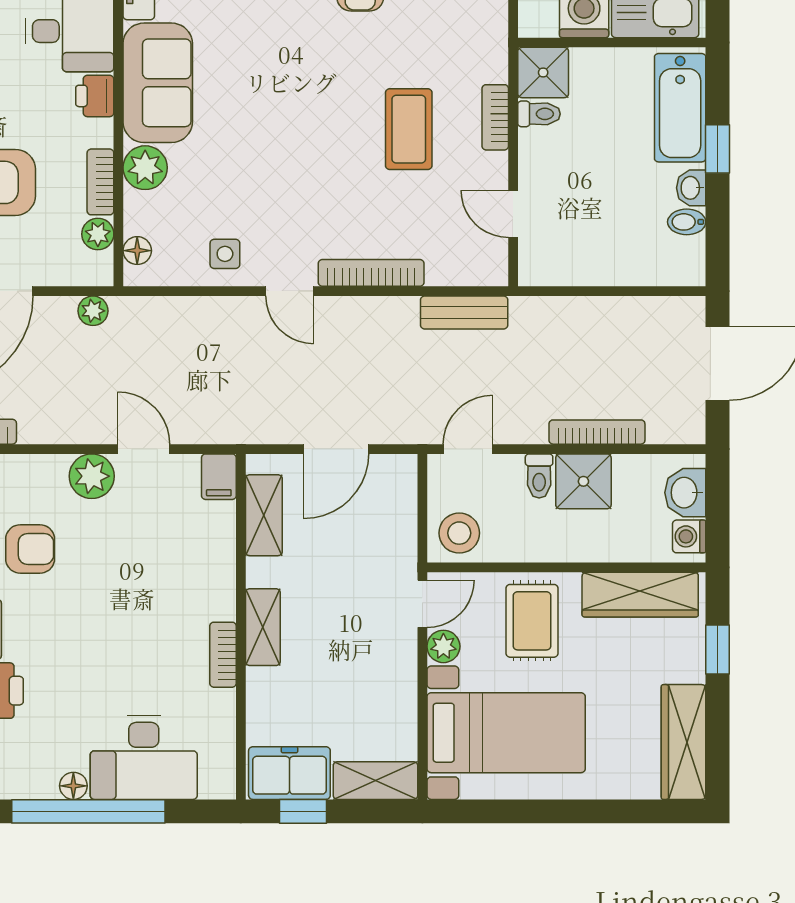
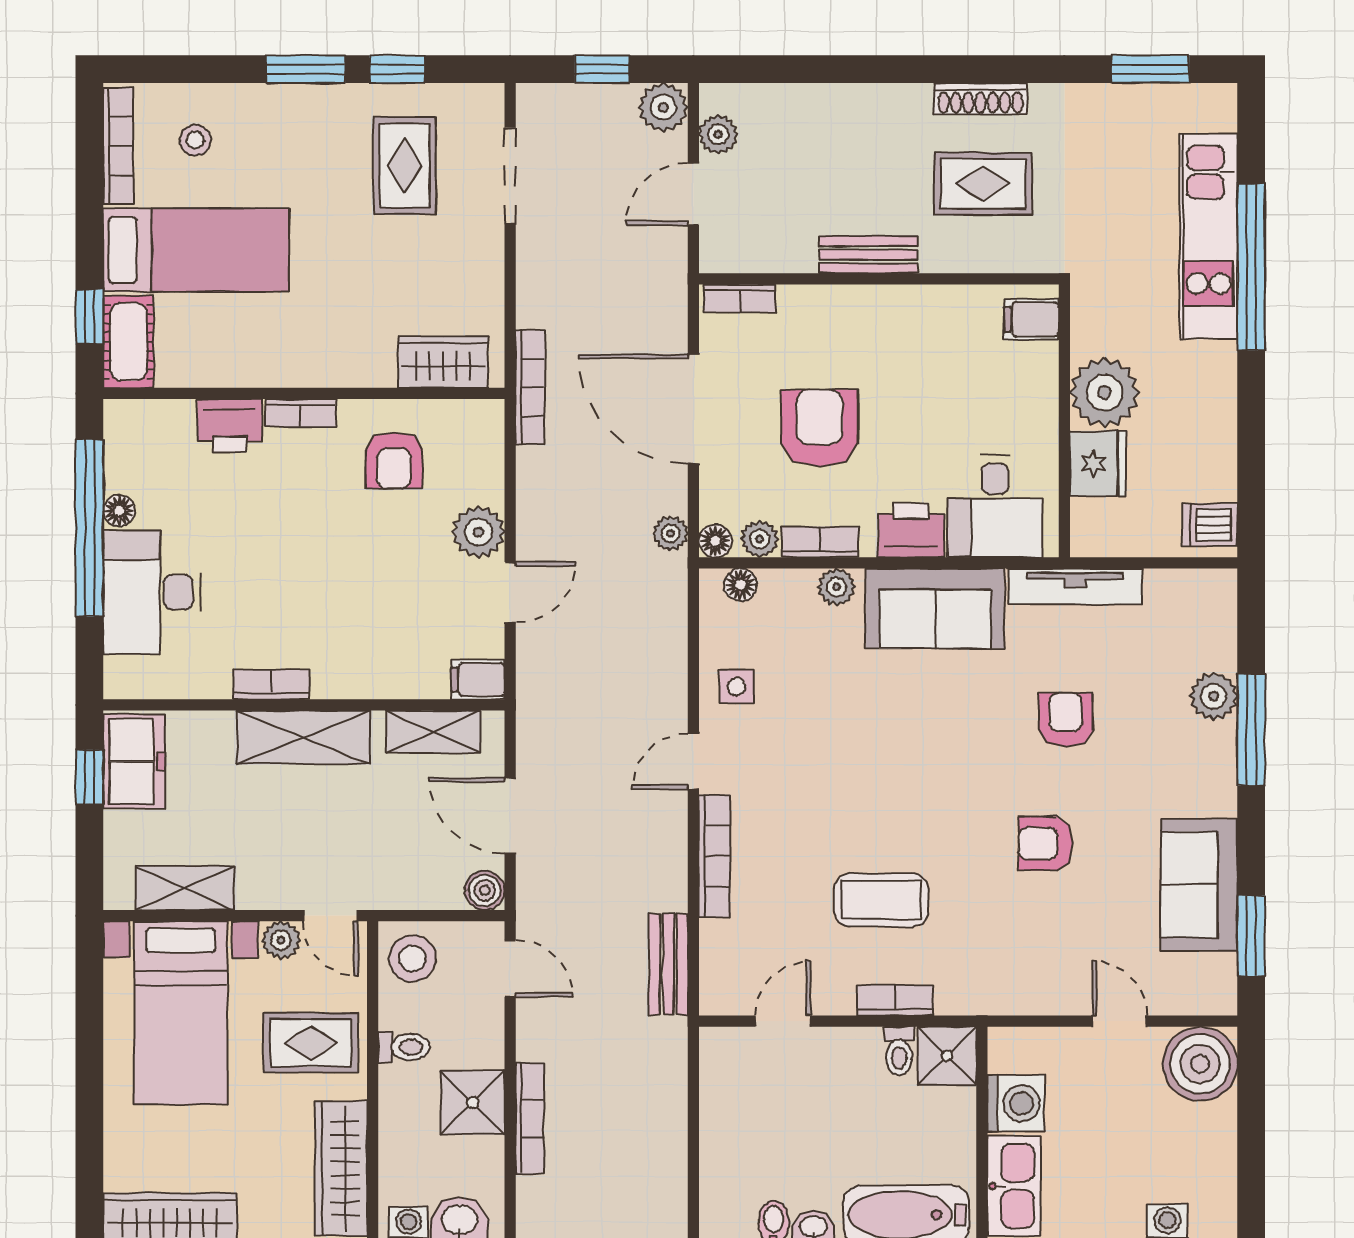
printer: (95, 96) -> (911, 530), width x1.36, depth x1.24
plant: (145, 168) -> (837, 587), width x0.73, depth x0.73
floor lamp: (99, 272) -> (715, 541), added
boiler: (401, 471) -> (485, 890), added
toilet: (539, 476) -> (404, 1047), moved, turned 180
shelving: (263, 627) -> (303, 737), width x1.50, depth x1.33
shelving: (375, 781) -> (185, 888), moved, turned 90

